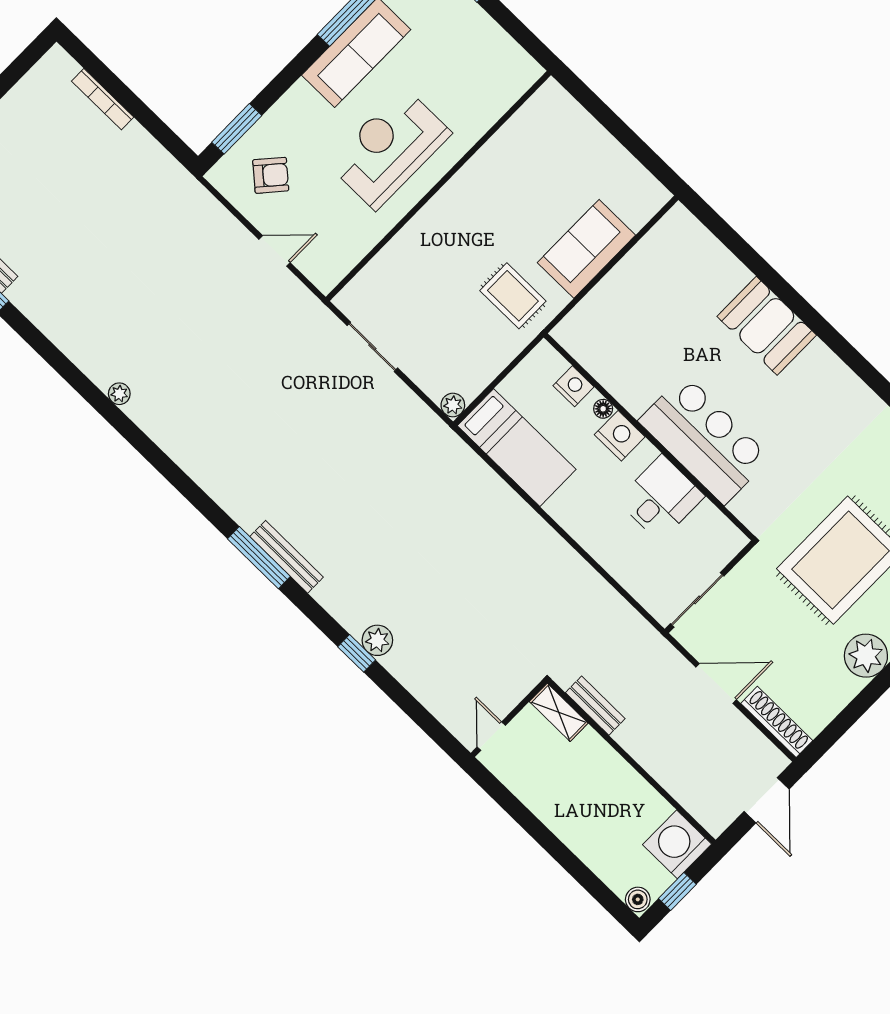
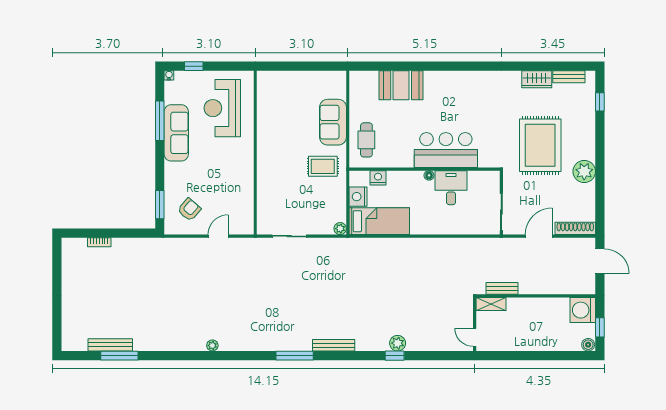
bookcase: (103, 99) -> (99, 242), width x0.64
reception desk: (389, 148) -> (222, 108), moved
cafe table: (609, 318) -> (366, 140), added
booth: (767, 326) -> (401, 85), moved
floor lamp: (603, 409) -> (429, 175), moved
nightstand: (620, 436) -> (358, 197), moved, turned -90
window: (259, 558) -> (295, 356), moved

